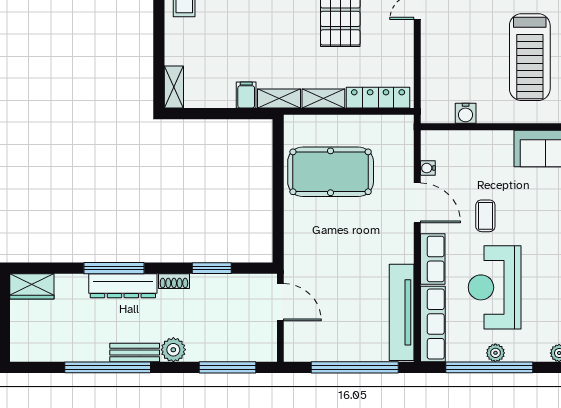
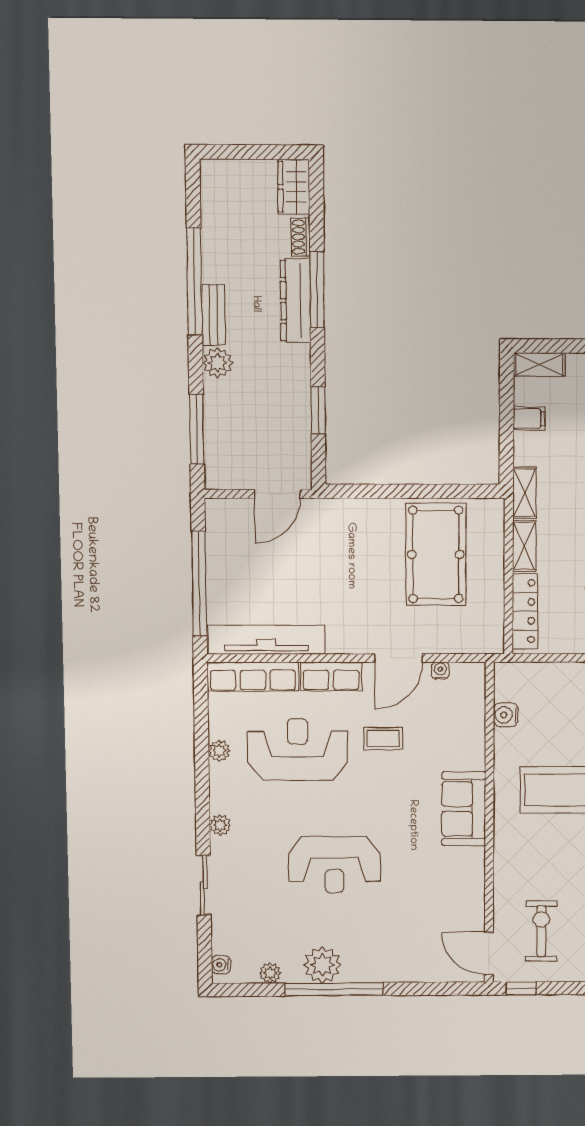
filing cabinet: (246, 95) -> (529, 419), moved
shoe rack: (174, 281) -> (301, 237), moved
window: (489, 367) -> (202, 743), removed

